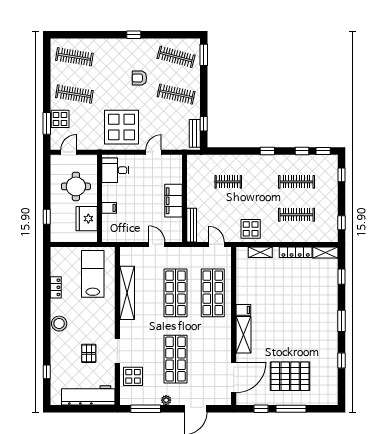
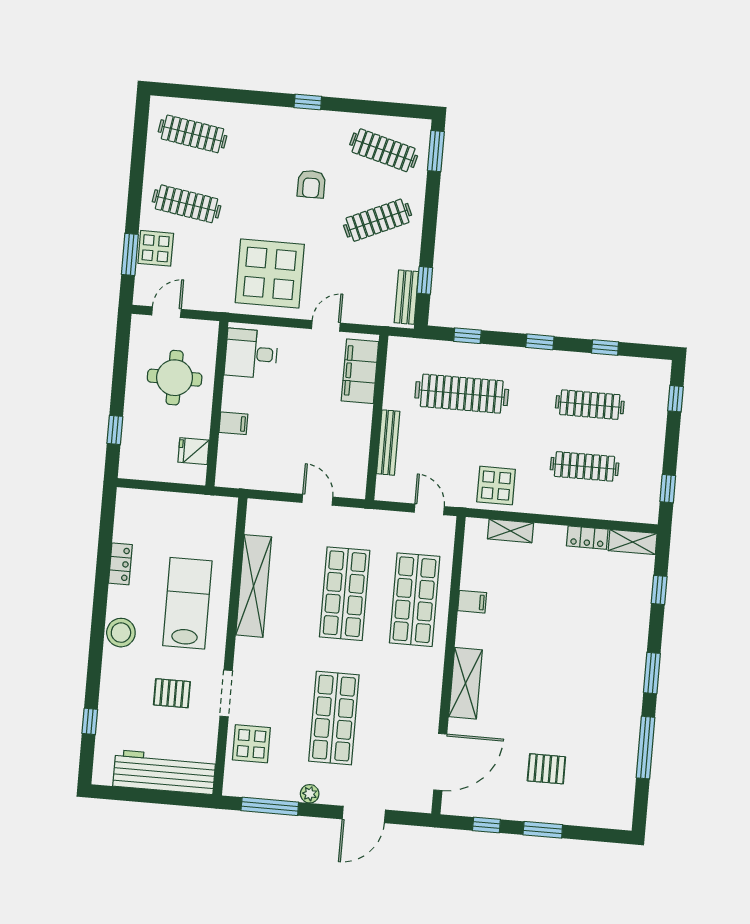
armchair: (139, 78) -> (311, 184), turned -90
clothes rail: (176, 94) -> (378, 220), turned -36
window: (323, 151) -> (467, 336), moved
clothes rail: (228, 182) -> (462, 394), width x1.86, depth x1.31
filing cabinet: (174, 201) -> (360, 371), moved
fridge: (87, 219) -> (193, 451), width x0.53, depth x0.75
bench: (192, 225) -> (388, 443), moved
locker: (296, 252) -> (587, 538), width x0.66
lab bench: (93, 274) -> (187, 603), moved
filing cabinet: (243, 310) -> (472, 602), moved
pallet: (89, 353) -> (172, 693), turned 90
window: (342, 361) -> (646, 748), width x2.17
pallet: (290, 376) -> (546, 769), width x0.49, depth x0.50
window: (291, 409) -> (543, 830), width x0.69

